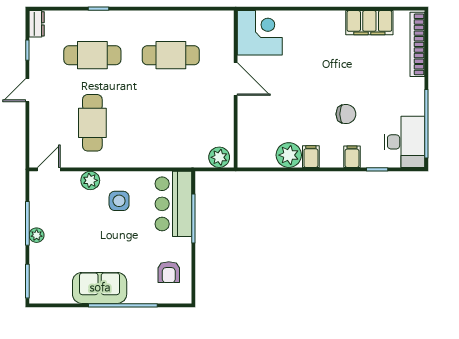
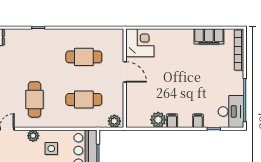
cafe table: (92, 55) -> (84, 99), moved
chair: (346, 114) -> (194, 94), removed

